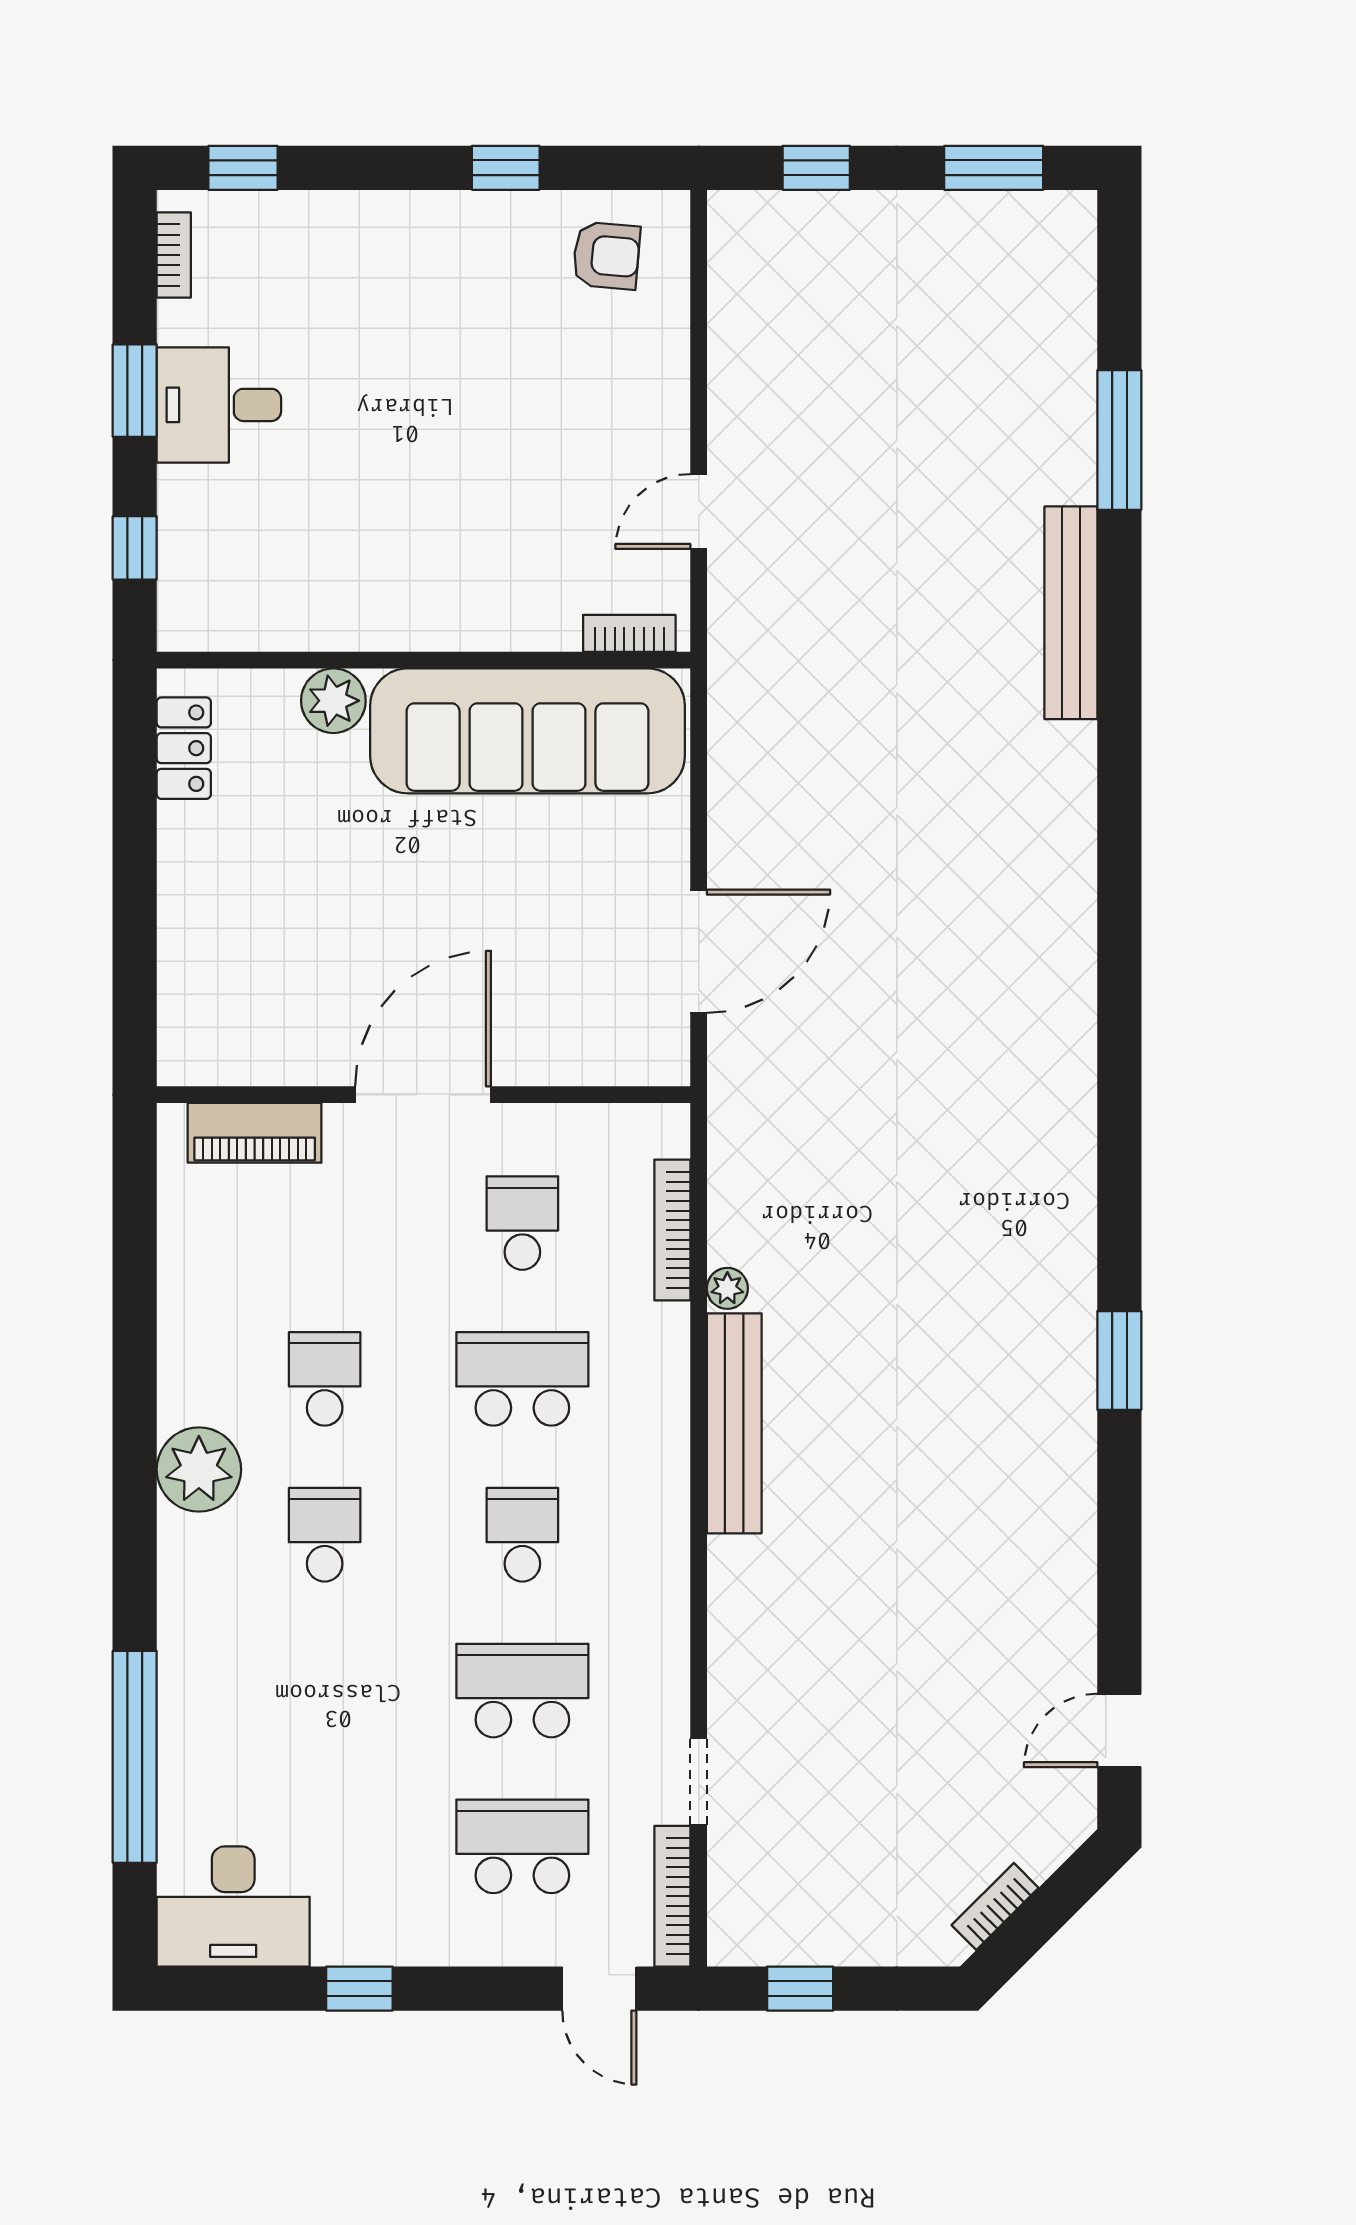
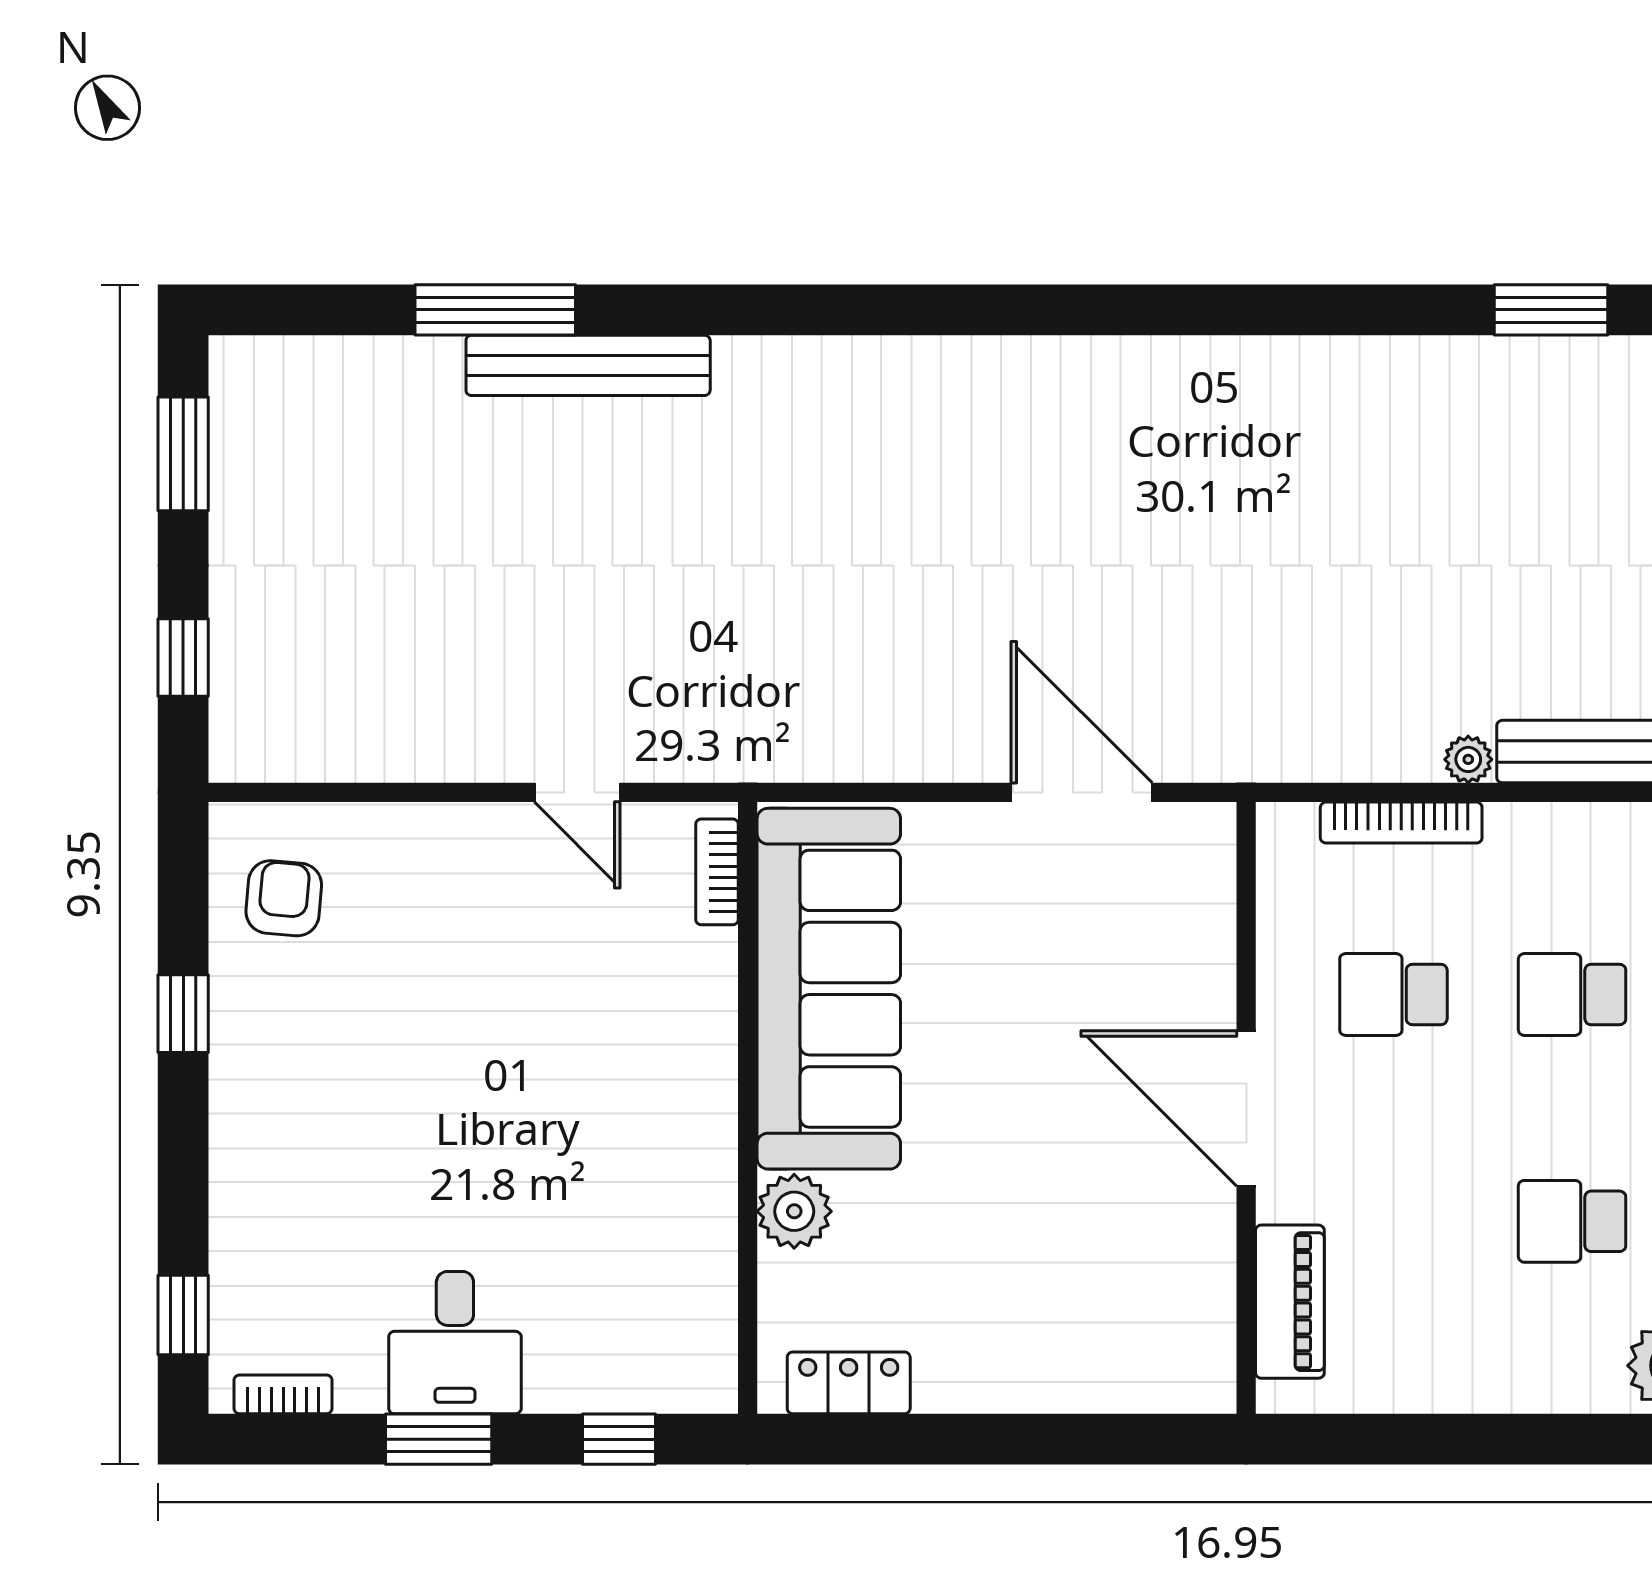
bench: (1071, 613) -> (588, 365), moved
school desk: (522, 1379) -> (1572, 995), width x0.54

